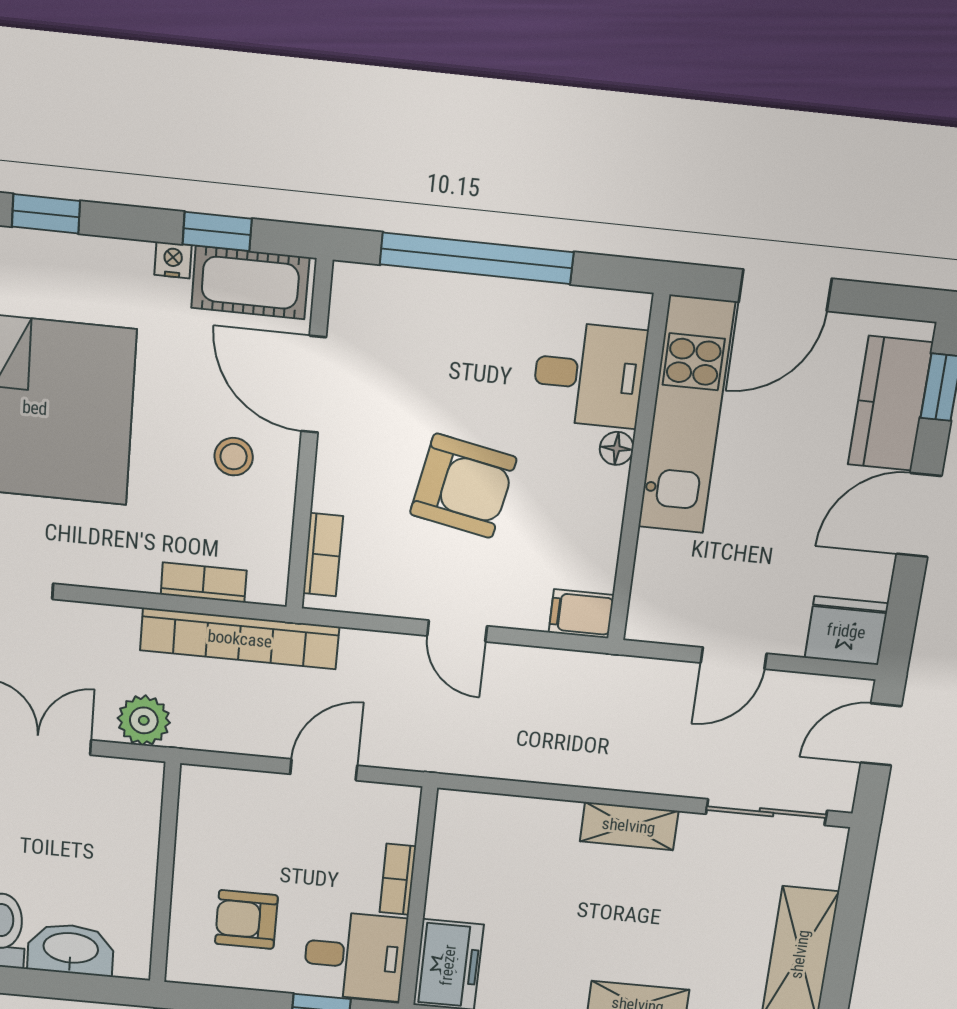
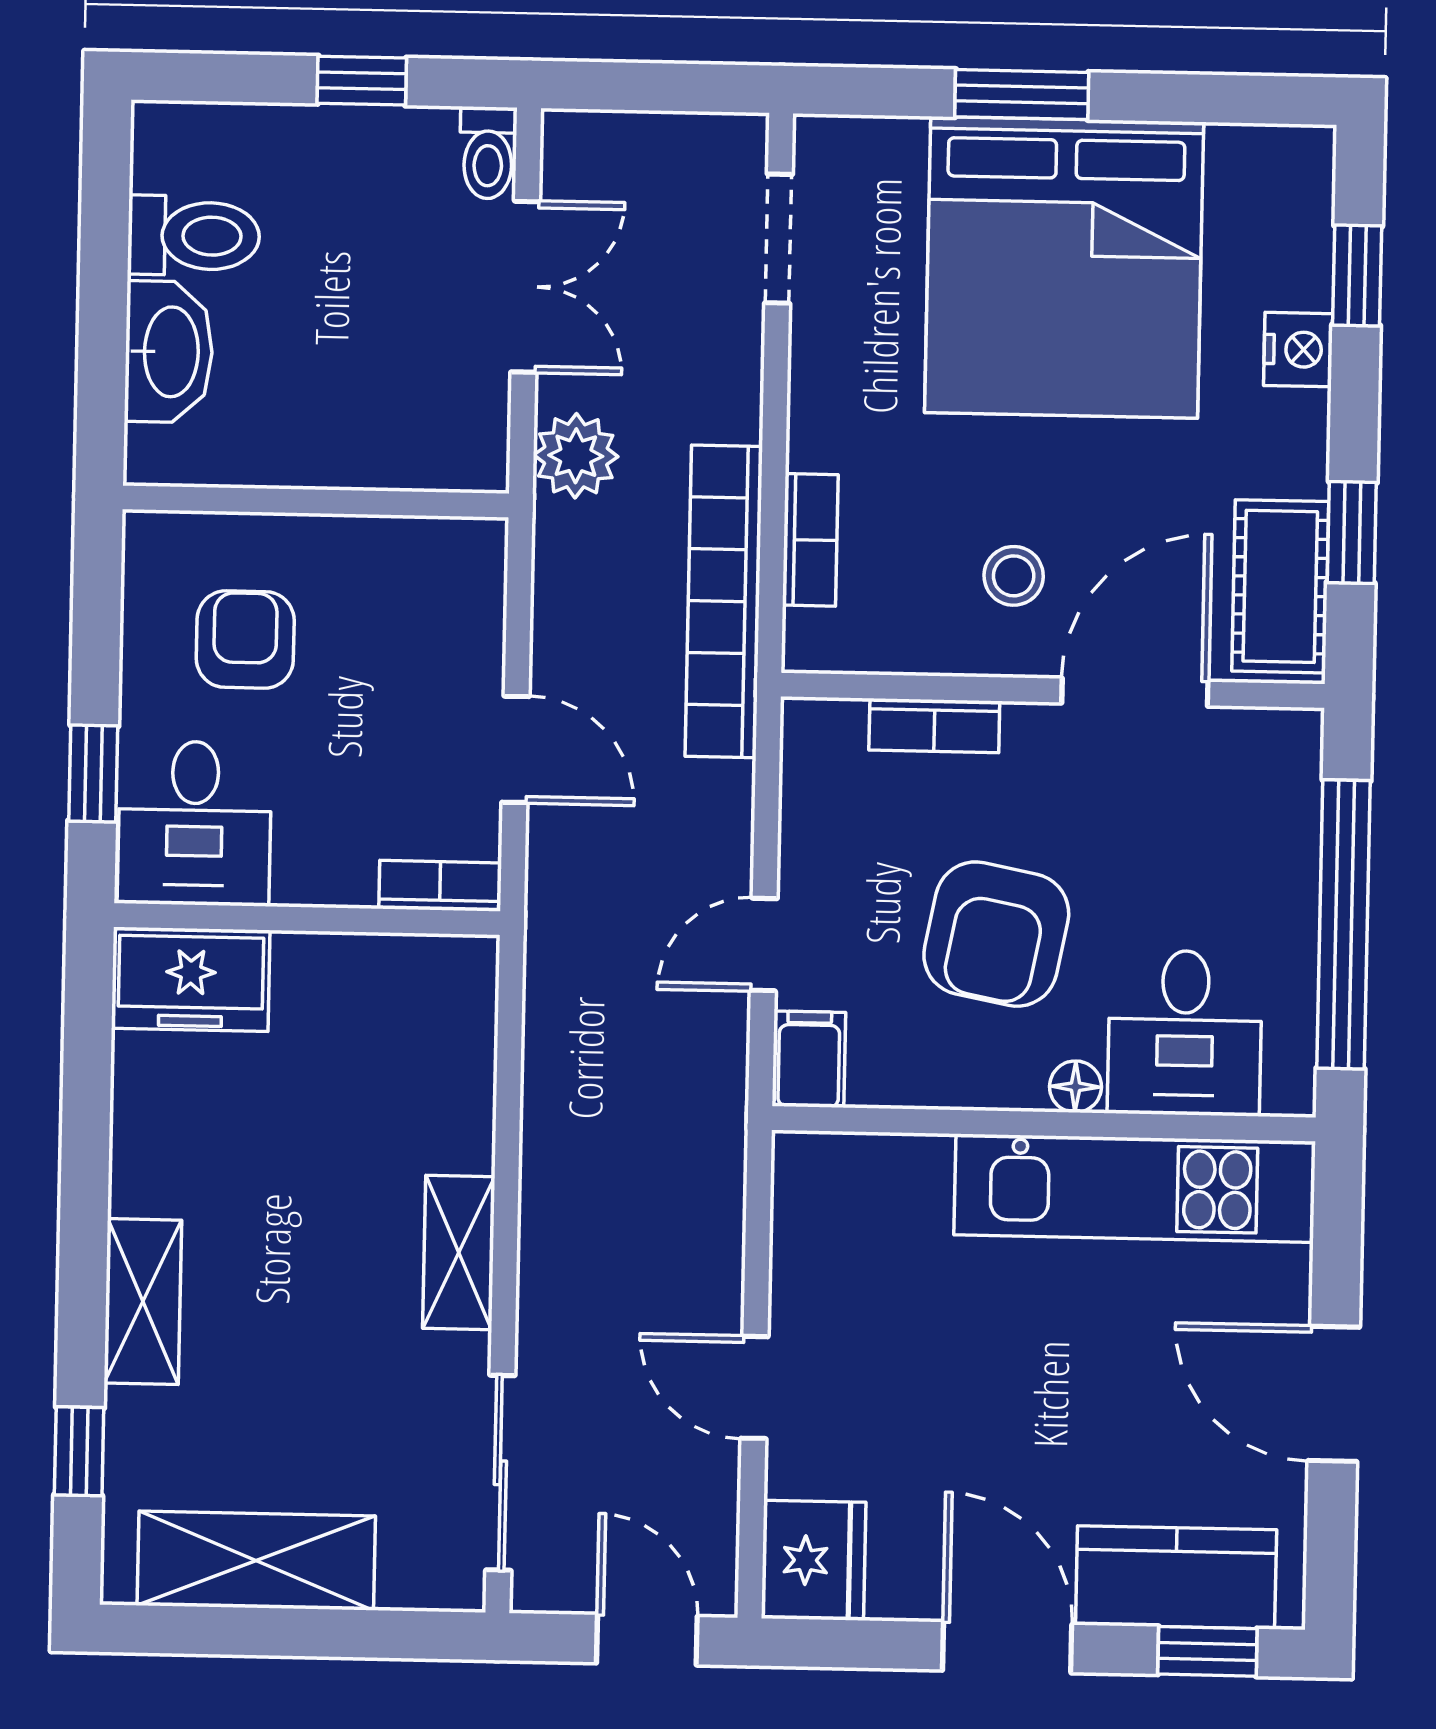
nightstand: (173, 260) -> (1298, 350), moved, width x1.39, depth x1.35
desk: (589, 375) -> (1185, 1033), moved
kitchen unit: (686, 415) -> (1135, 1188), moved
floor lamp: (617, 448) -> (1075, 1087), moved
wall: (638, 470) -> (1044, 1124), moved
bookcase: (323, 555) -> (934, 726), moved
filing cabinet: (581, 614) -> (809, 1059), moved
bookcase: (398, 879) -> (440, 886), moved

